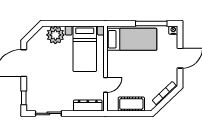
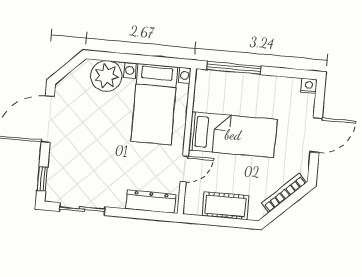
window: (151, 24) -> (234, 68), moved
bed: (132, 39) -> (233, 135), moved

